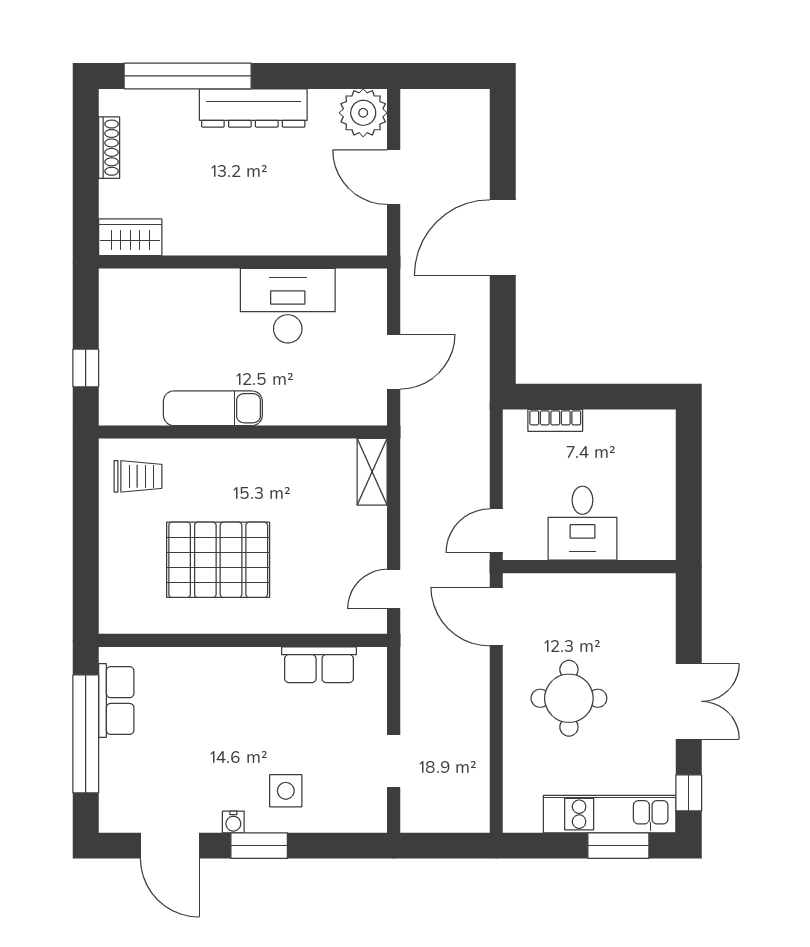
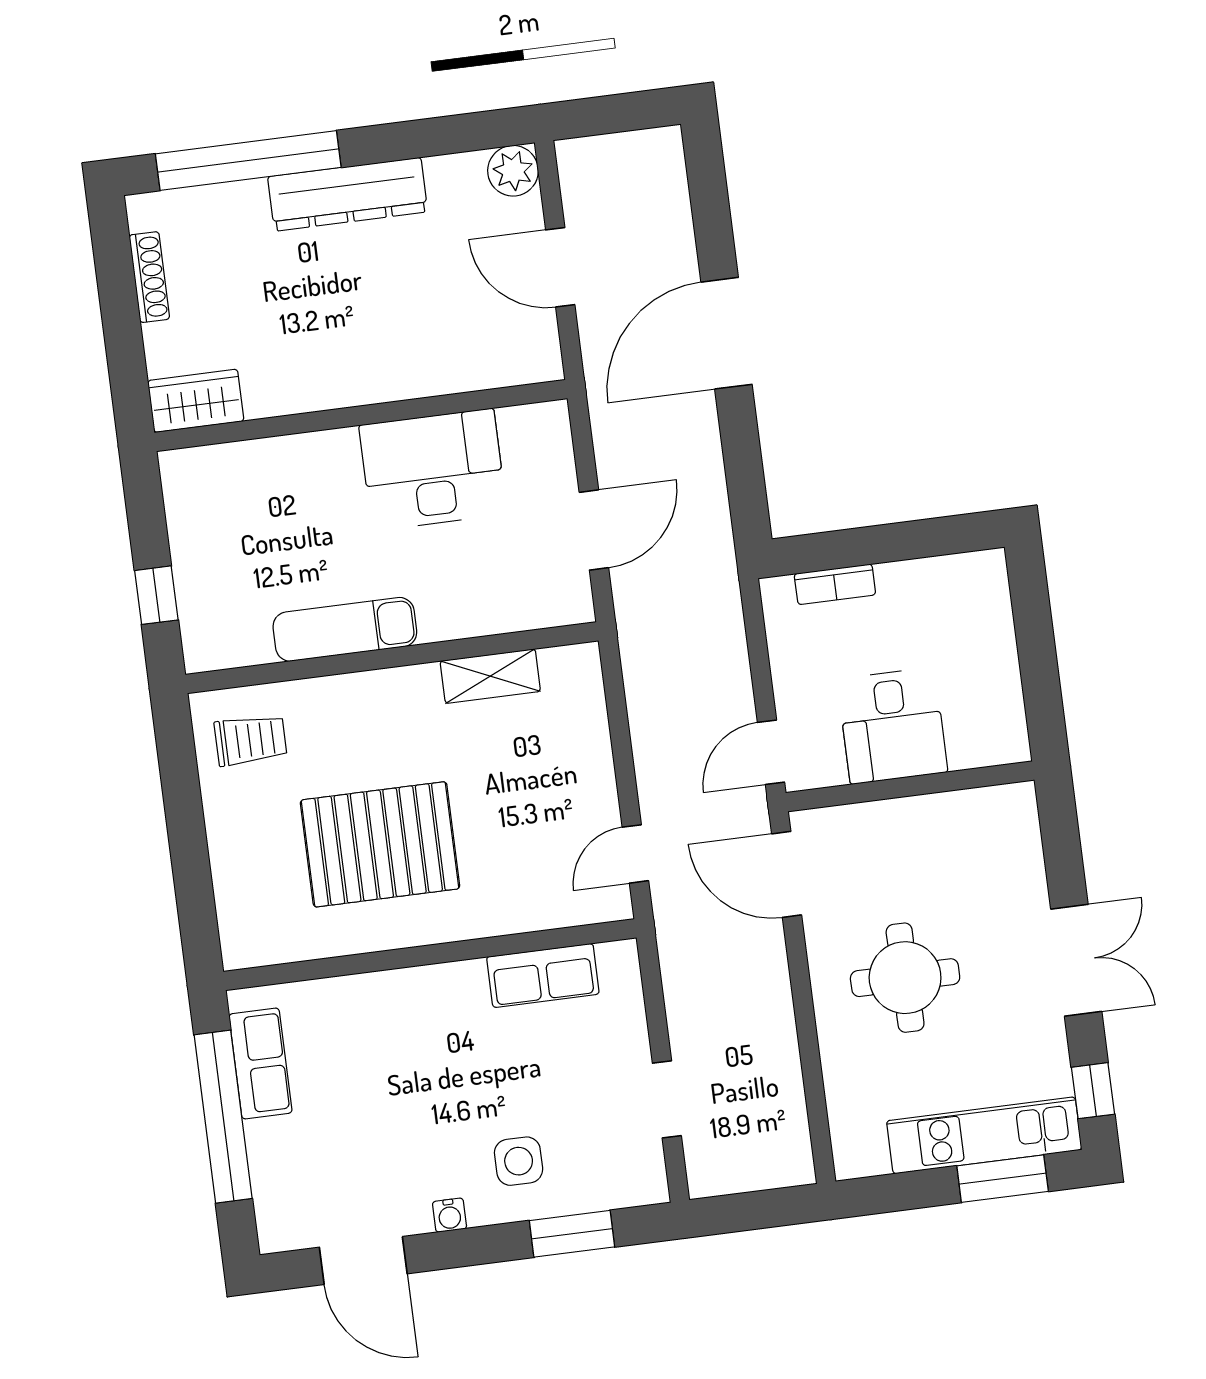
plant: (363, 113) -> (513, 171), width x0.73, depth x0.73
shelving: (372, 472) -> (490, 676), moved, turned 90
window: (259, 846) -> (572, 1234), moved

